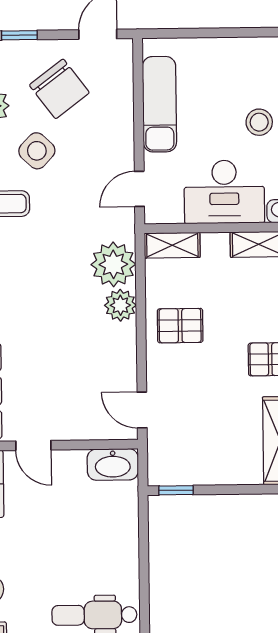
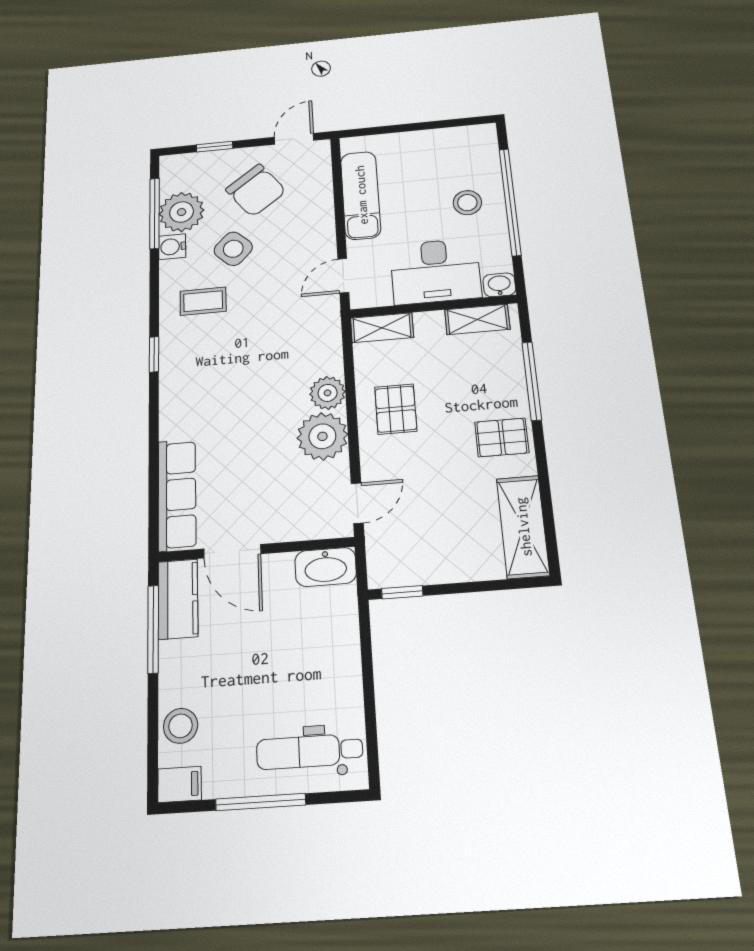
plant: (113, 264) -> (322, 436), moved
pallet: (180, 326) -> (396, 409), turned 90
door: (142, 410) -> (357, 503), swing flipped
door: (33, 445) -> (232, 551), width x1.38

